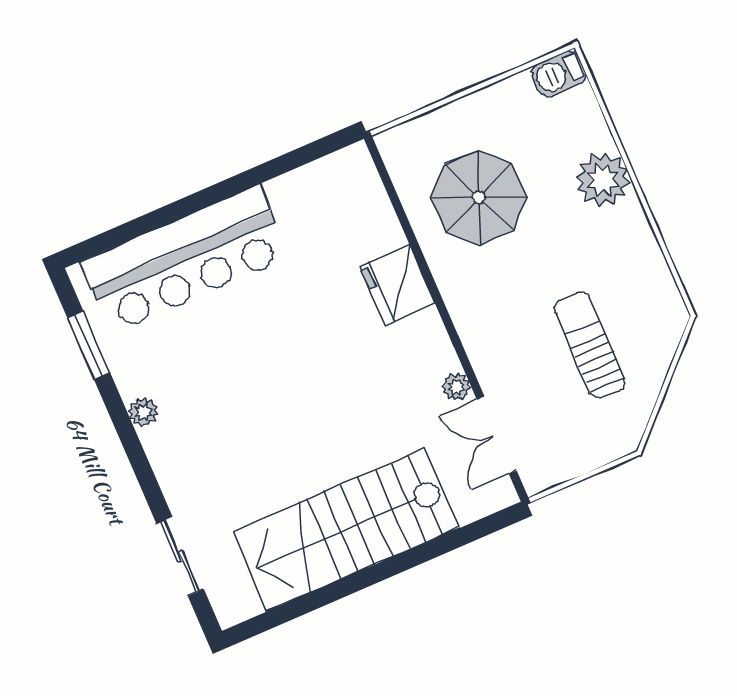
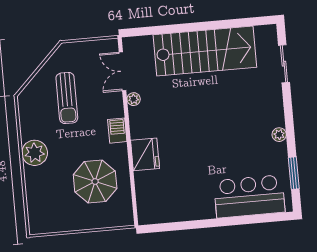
barbecue: (559, 74) -> (117, 131), moved, turned -90
plant: (603, 180) -> (35, 153), moved
bar counter: (186, 259) -> (249, 196), width x0.73
double door: (497, 435) -> (123, 71), swing flipped

